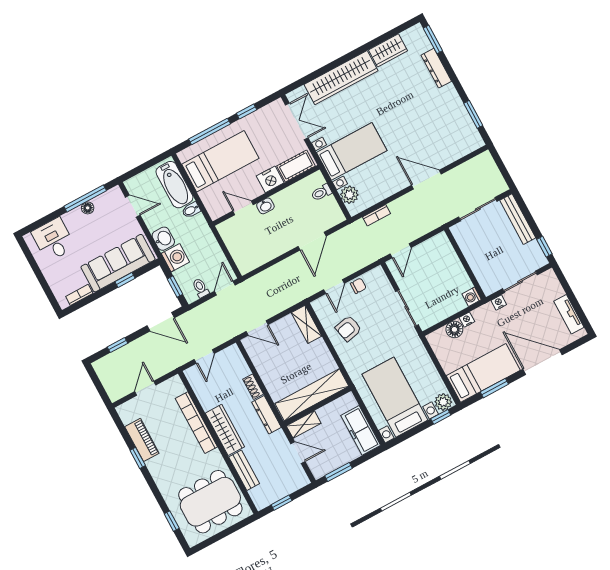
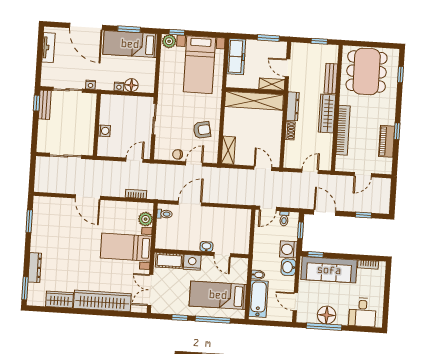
toilet: (321, 193) -> (164, 214), moved
floor lamp: (88, 208) -> (327, 315), width x1.89, depth x1.89
bench: (518, 219) -> (45, 105), moved, width x0.73
window: (125, 280) -> (316, 255), moved
washing machine: (472, 297) -> (104, 131), moved
dining table: (210, 502) -> (367, 71), turned 90

